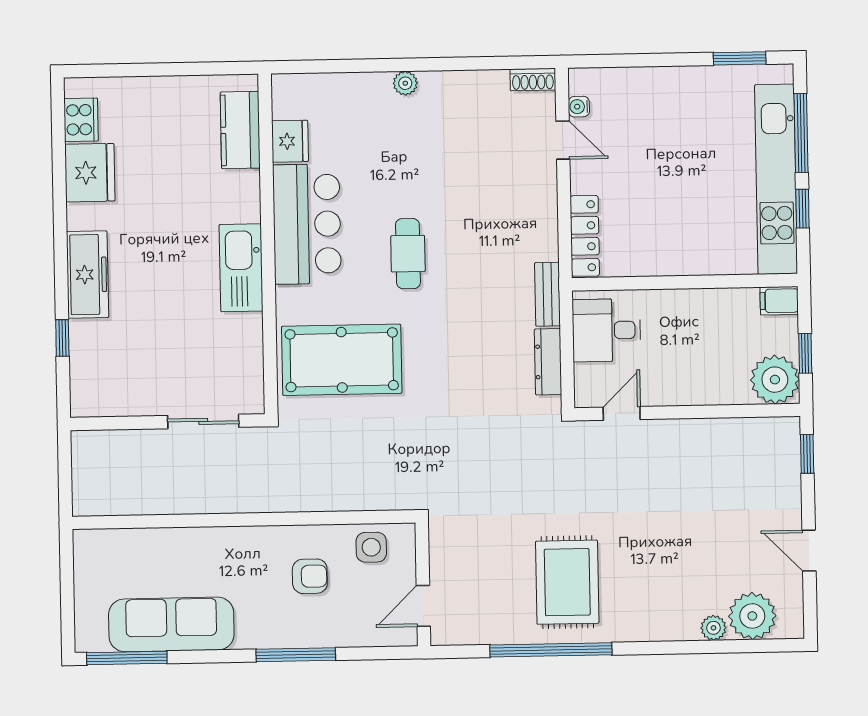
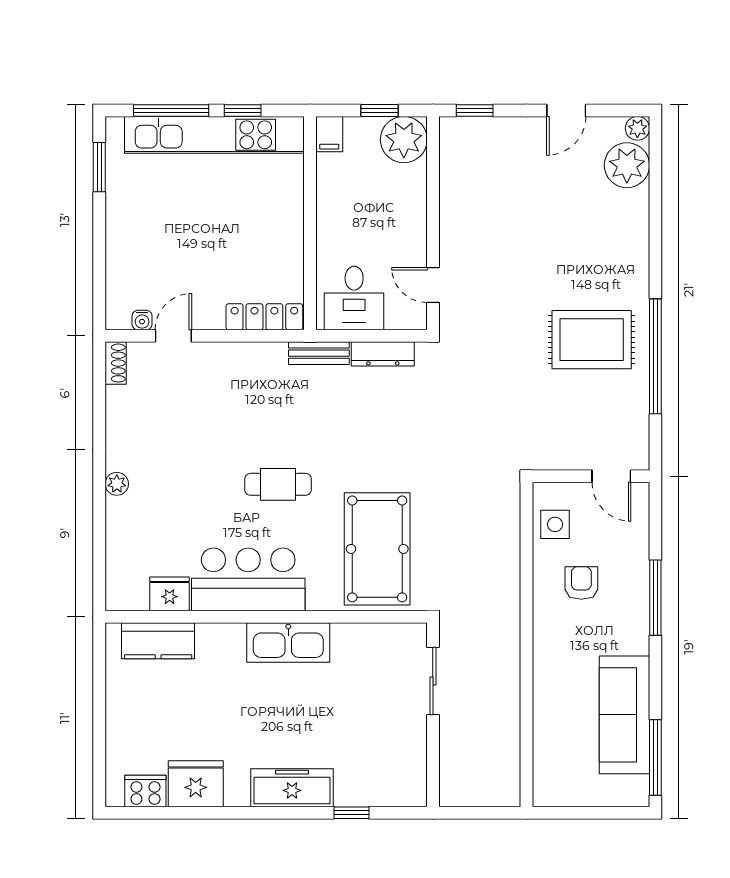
plant: (713, 628) -> (637, 128), moved

